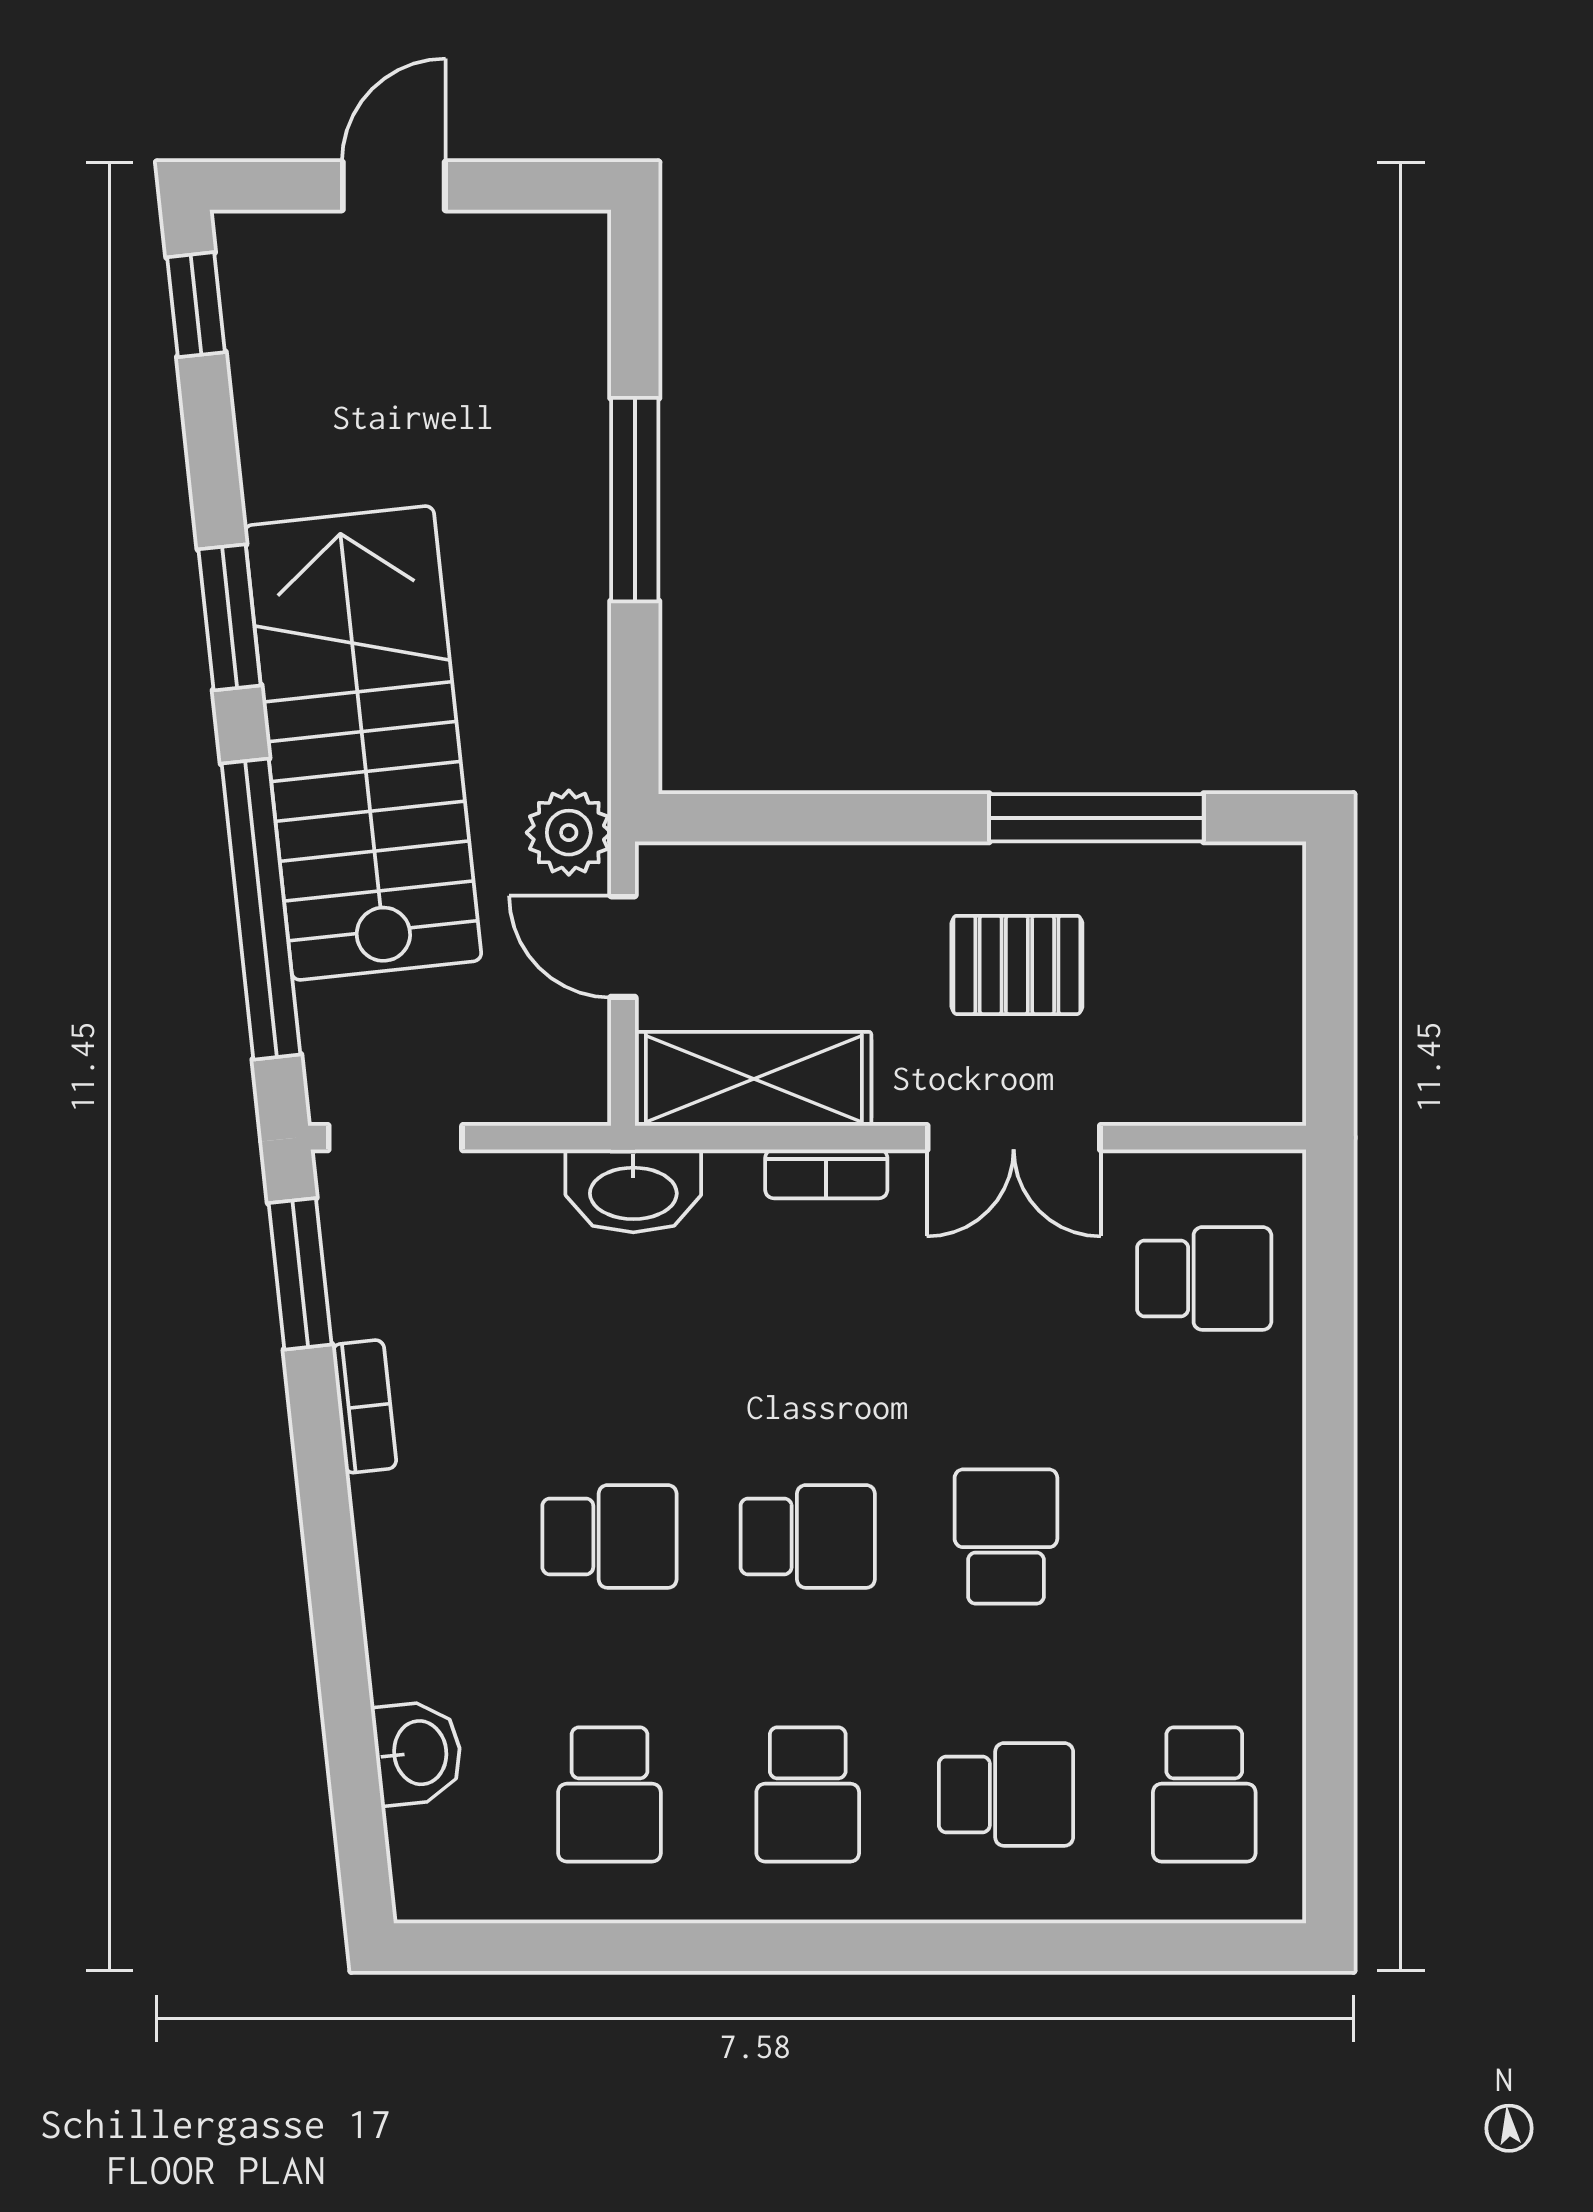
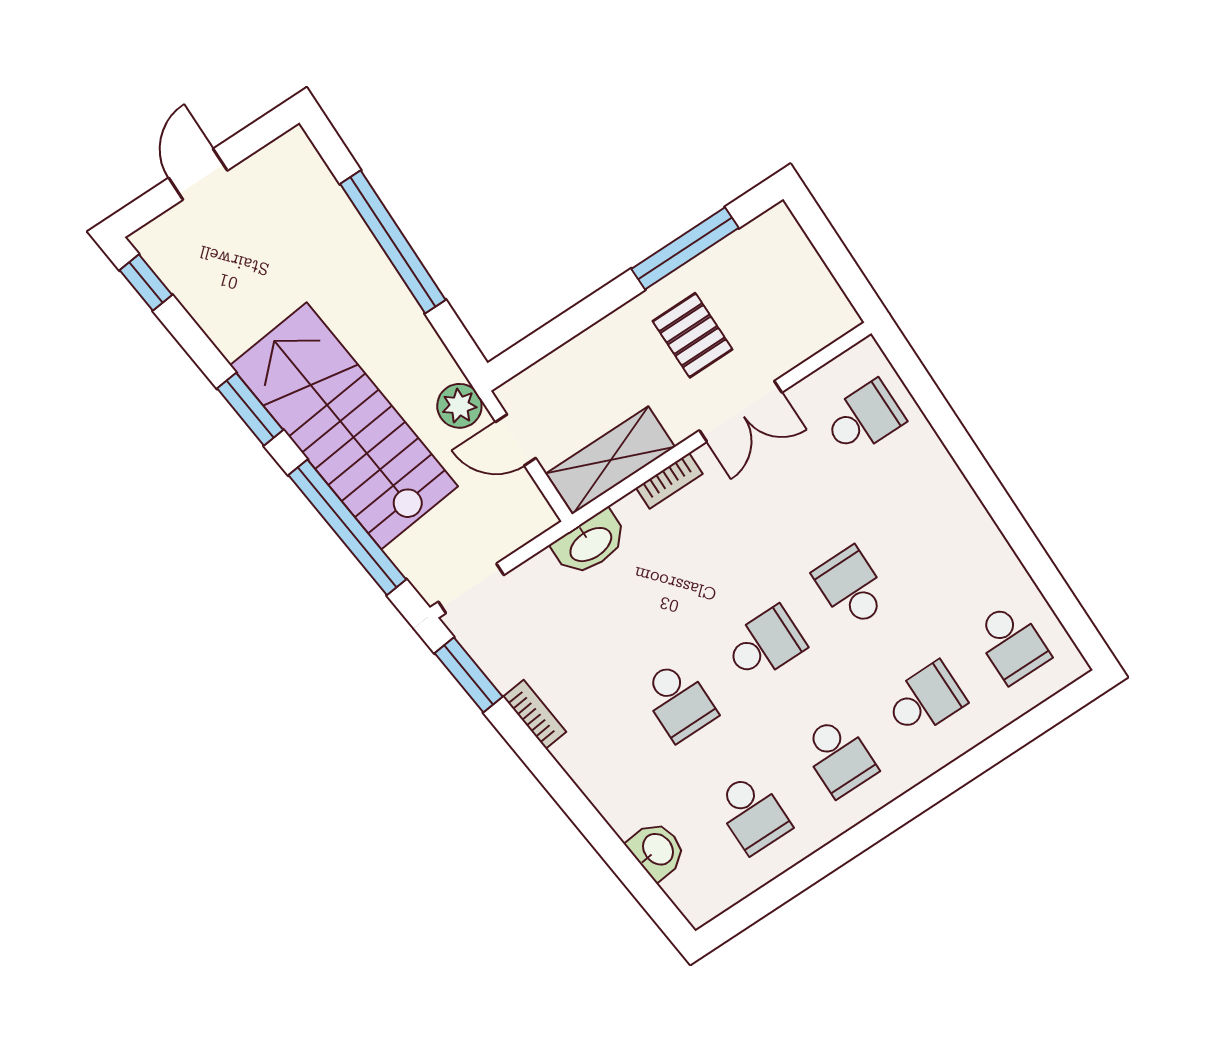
window: (635, 500) -> (393, 242), width x1.46
pallet: (1017, 965) -> (693, 335), turned 90
school desk: (609, 1536) -> (679, 701), turned 90

